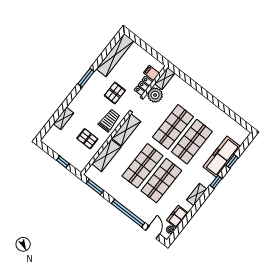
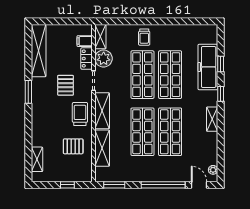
trolley: (194, 102) -> (144, 37), added
shelving: (64, 118) -> (37, 159), moved
freezer: (177, 217) -> (210, 153), removed

